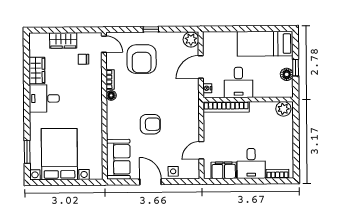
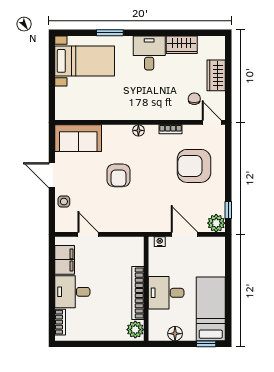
window: (151, 29) -> (228, 210), moved
door: (104, 44) -> (212, 122), swing flipped
window: (296, 68) -> (206, 344), moved
desk: (238, 82) -> (166, 293), moved
floor lamp: (111, 95) -> (138, 130), moved
bookcase: (226, 107) -> (138, 293), moved
window: (27, 152) -> (110, 33), moved
bed with nightstands: (59, 154) -> (85, 61), width x0.73
door: (150, 182) -> (52, 175), swing flipped

